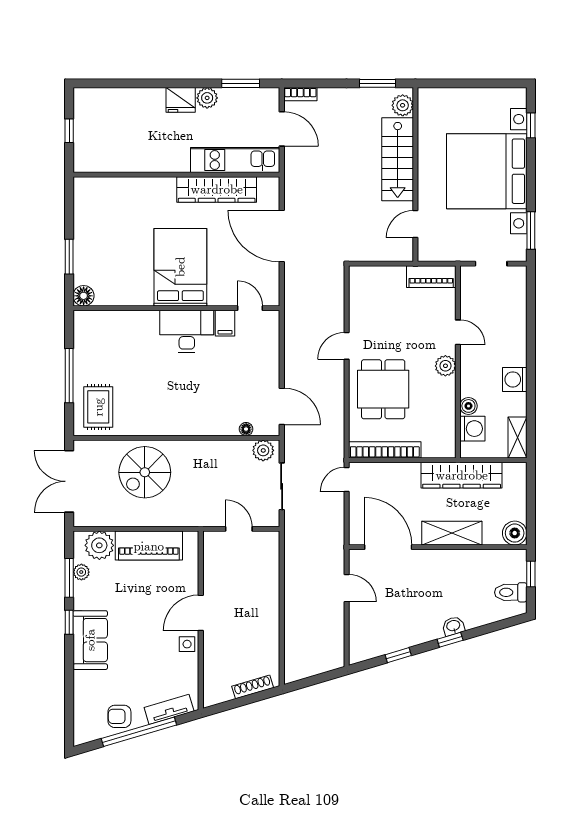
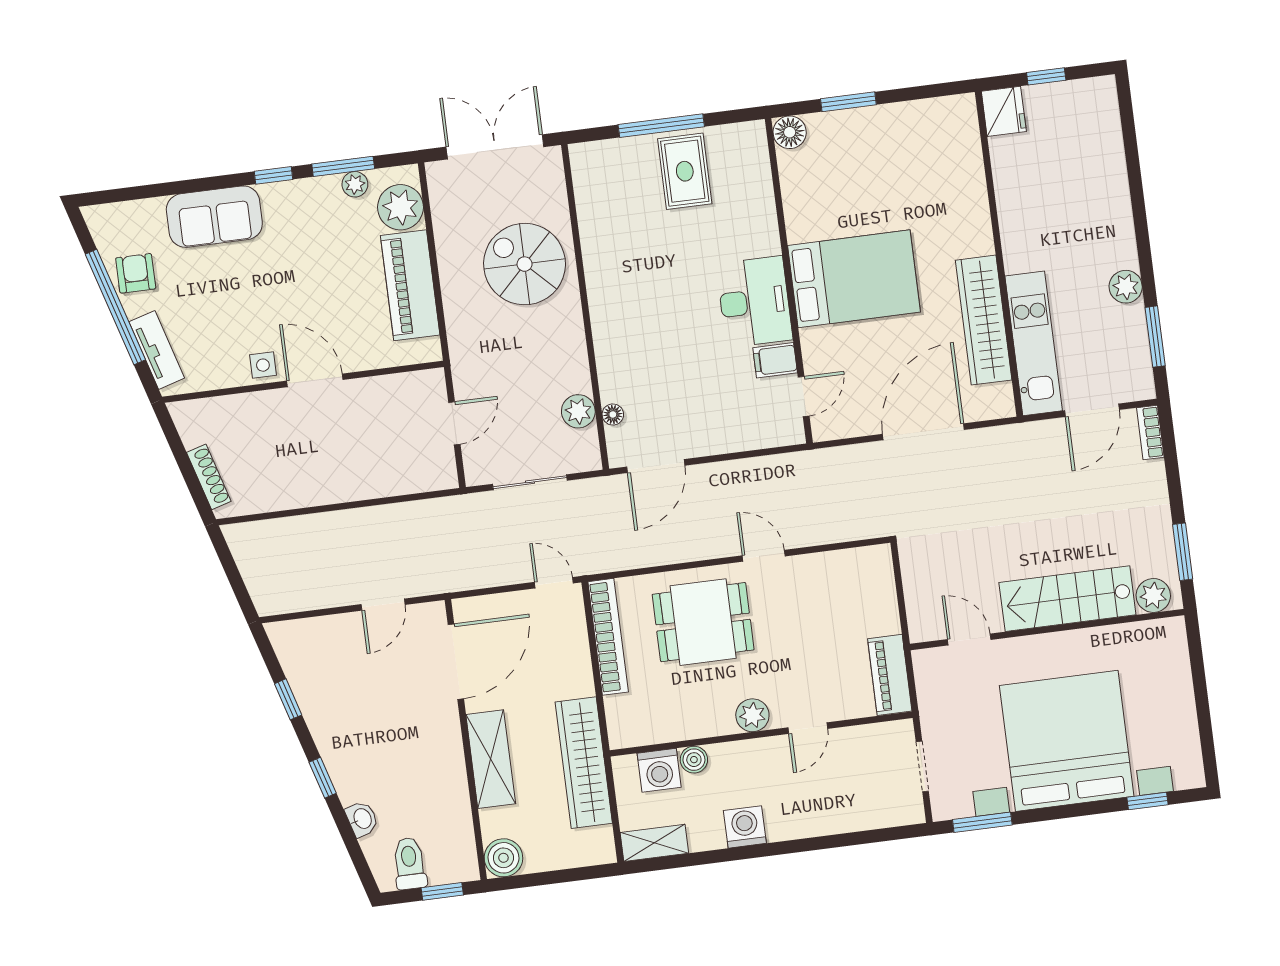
fridge: (181, 100) -> (1004, 111), moved, turned 180
rug: (98, 407) -> (685, 171), moved, turned 90
plant: (263, 450) -> (578, 411), moved
washbasin: (453, 626) -> (362, 819), moved
sofa: (90, 640) -> (214, 217), moved

